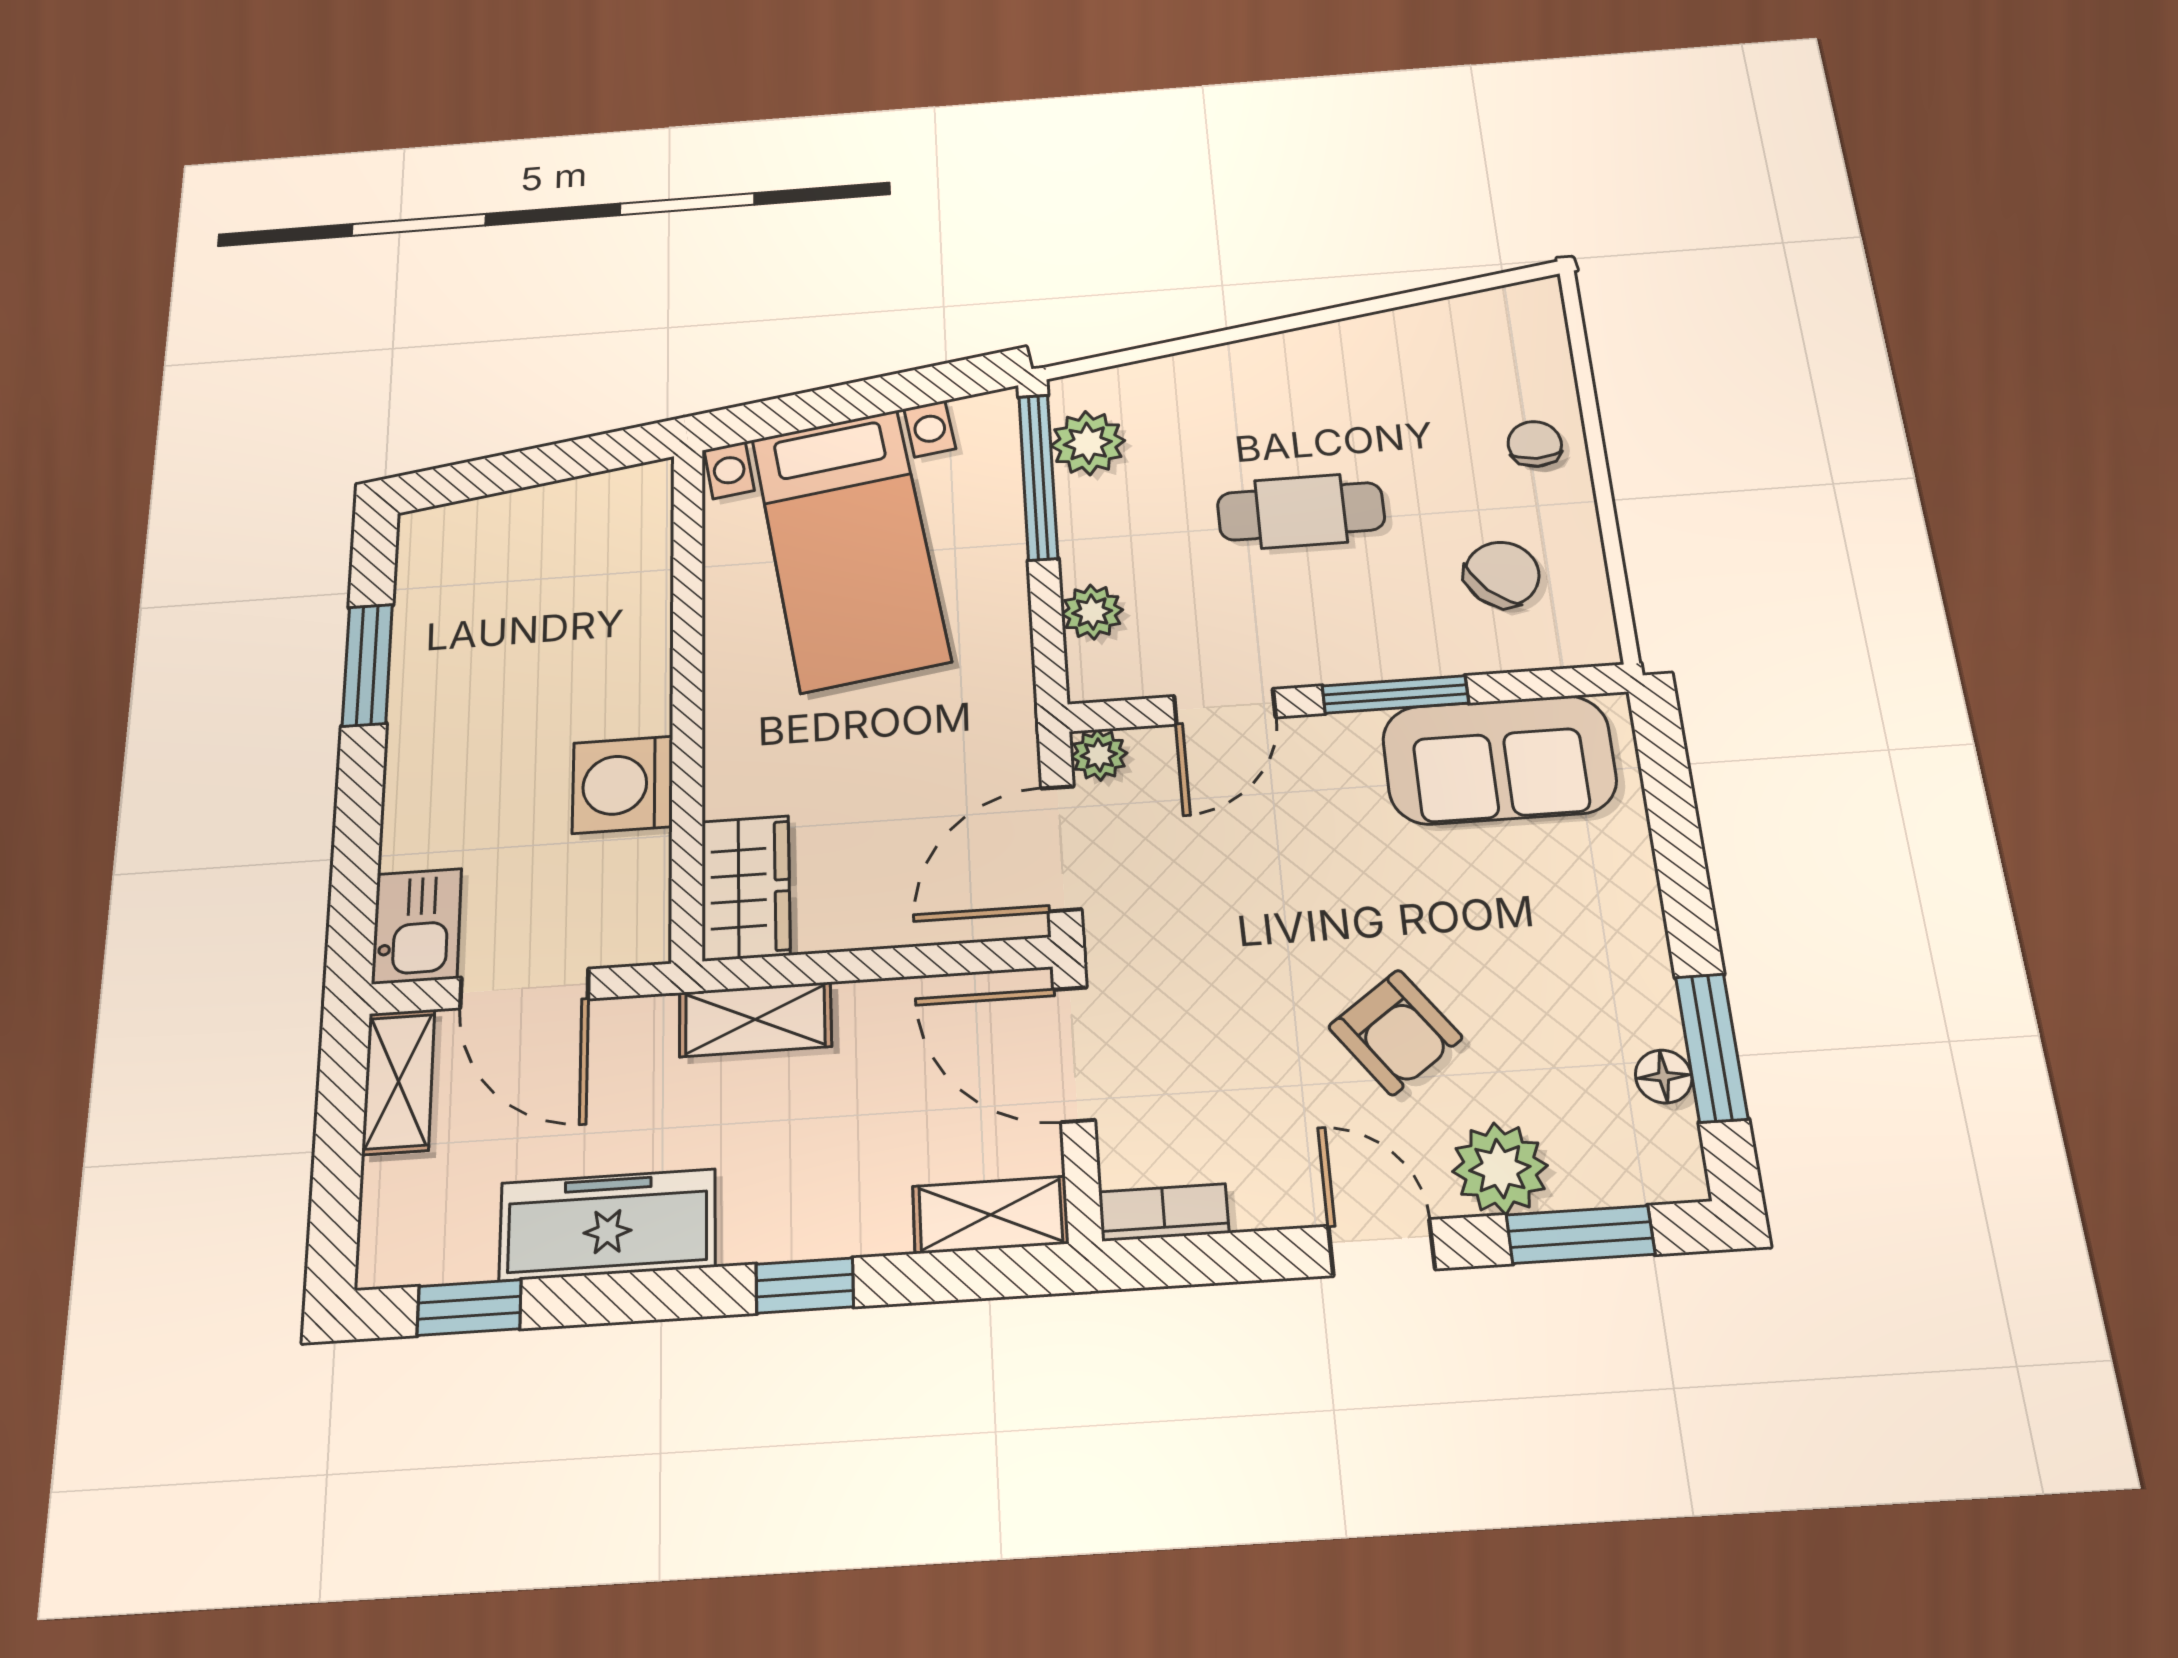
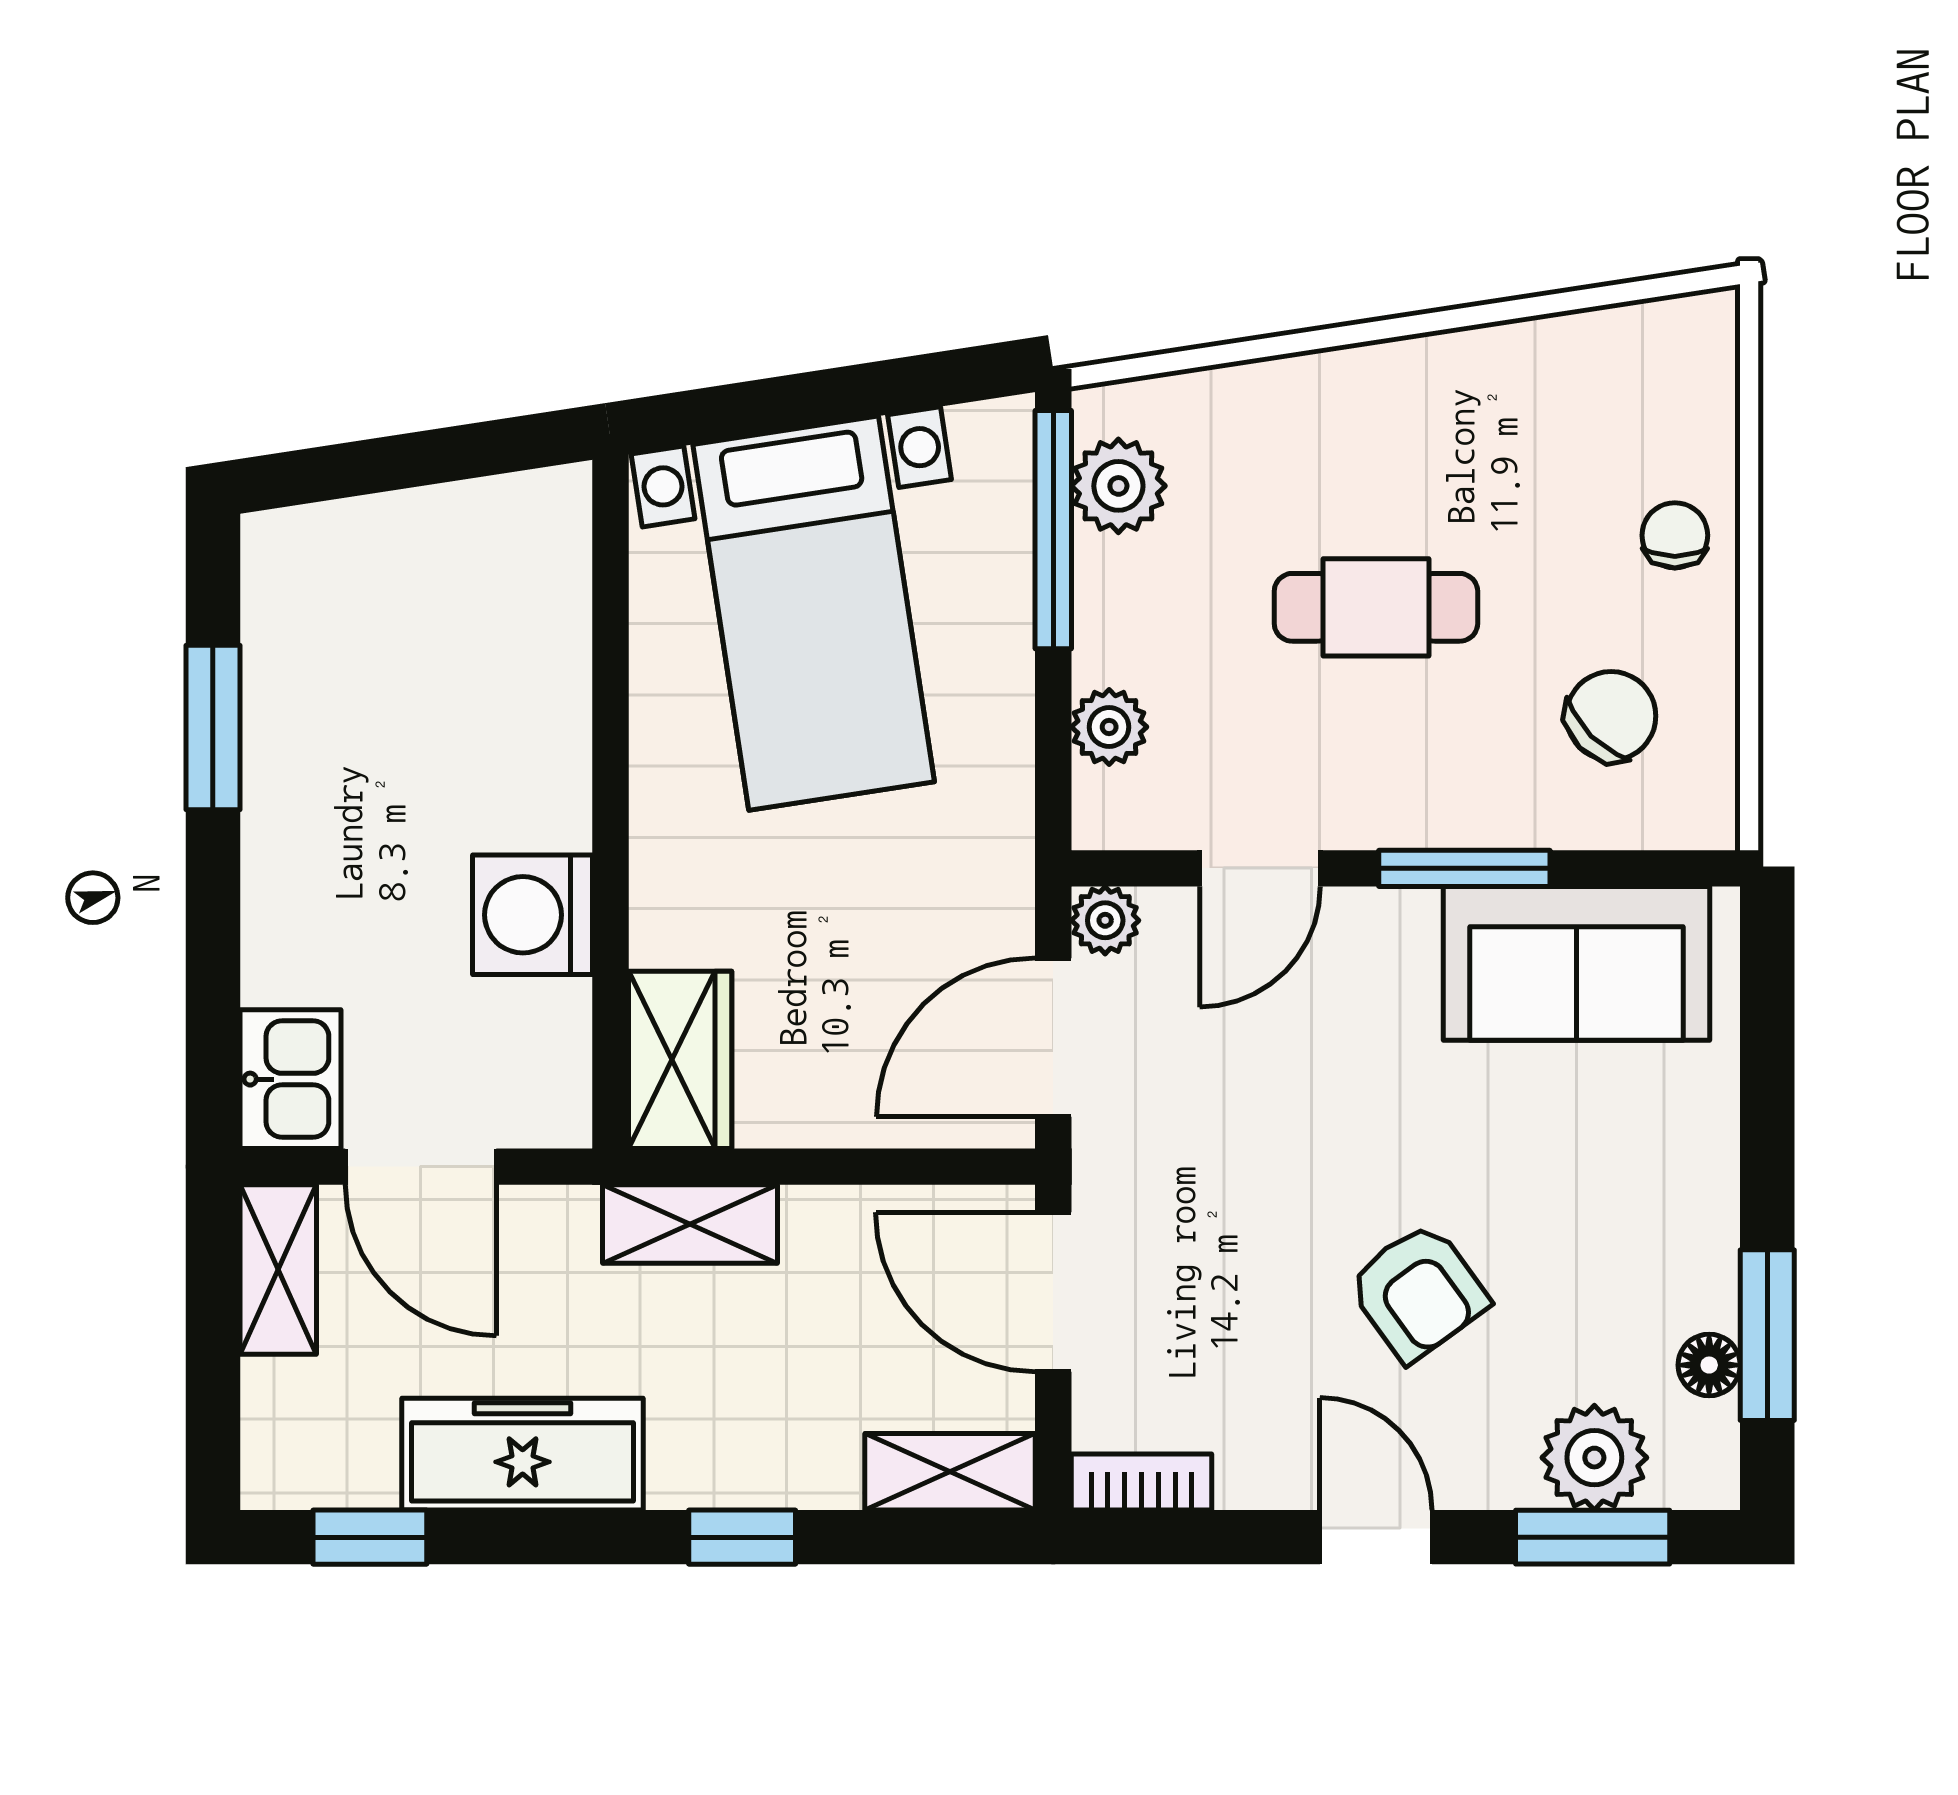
plant: (1500, 1168) -> (1594, 1458), moved

